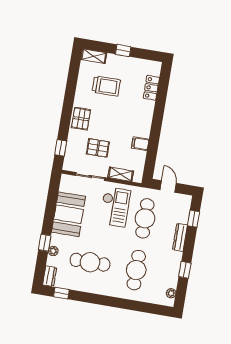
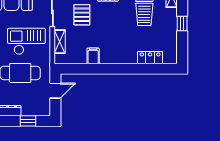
checkout: (115, 207) -> (26, 41), turned 180

